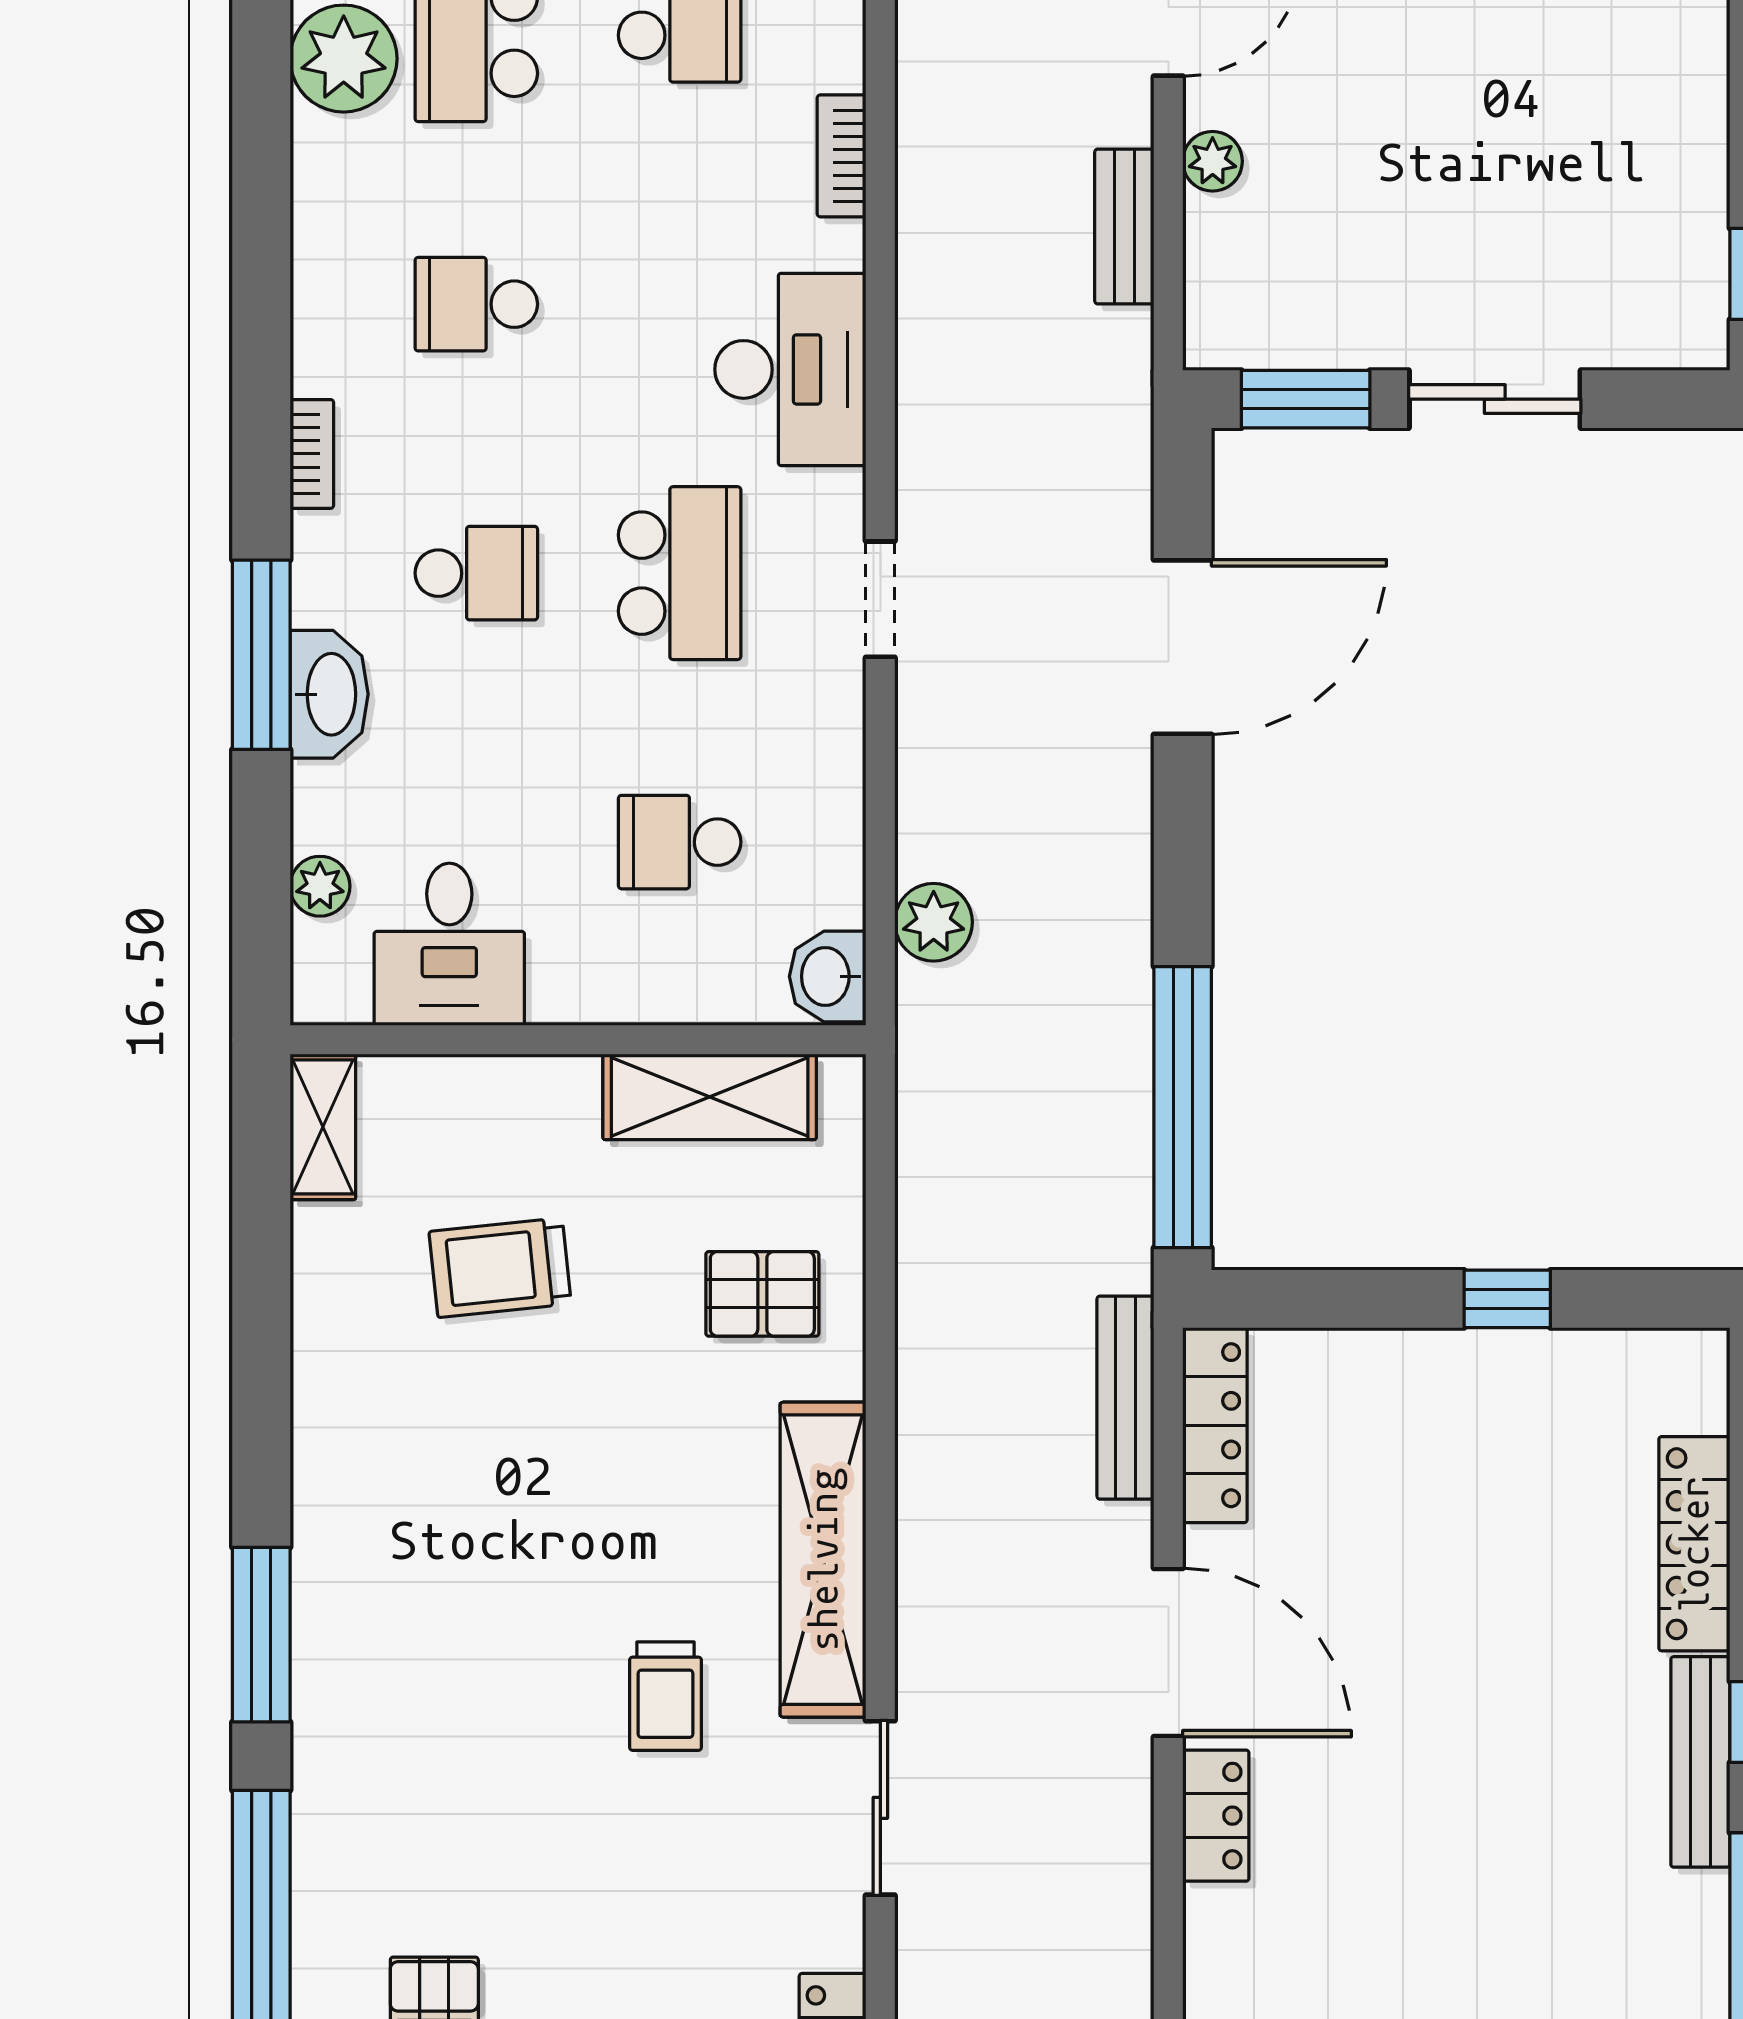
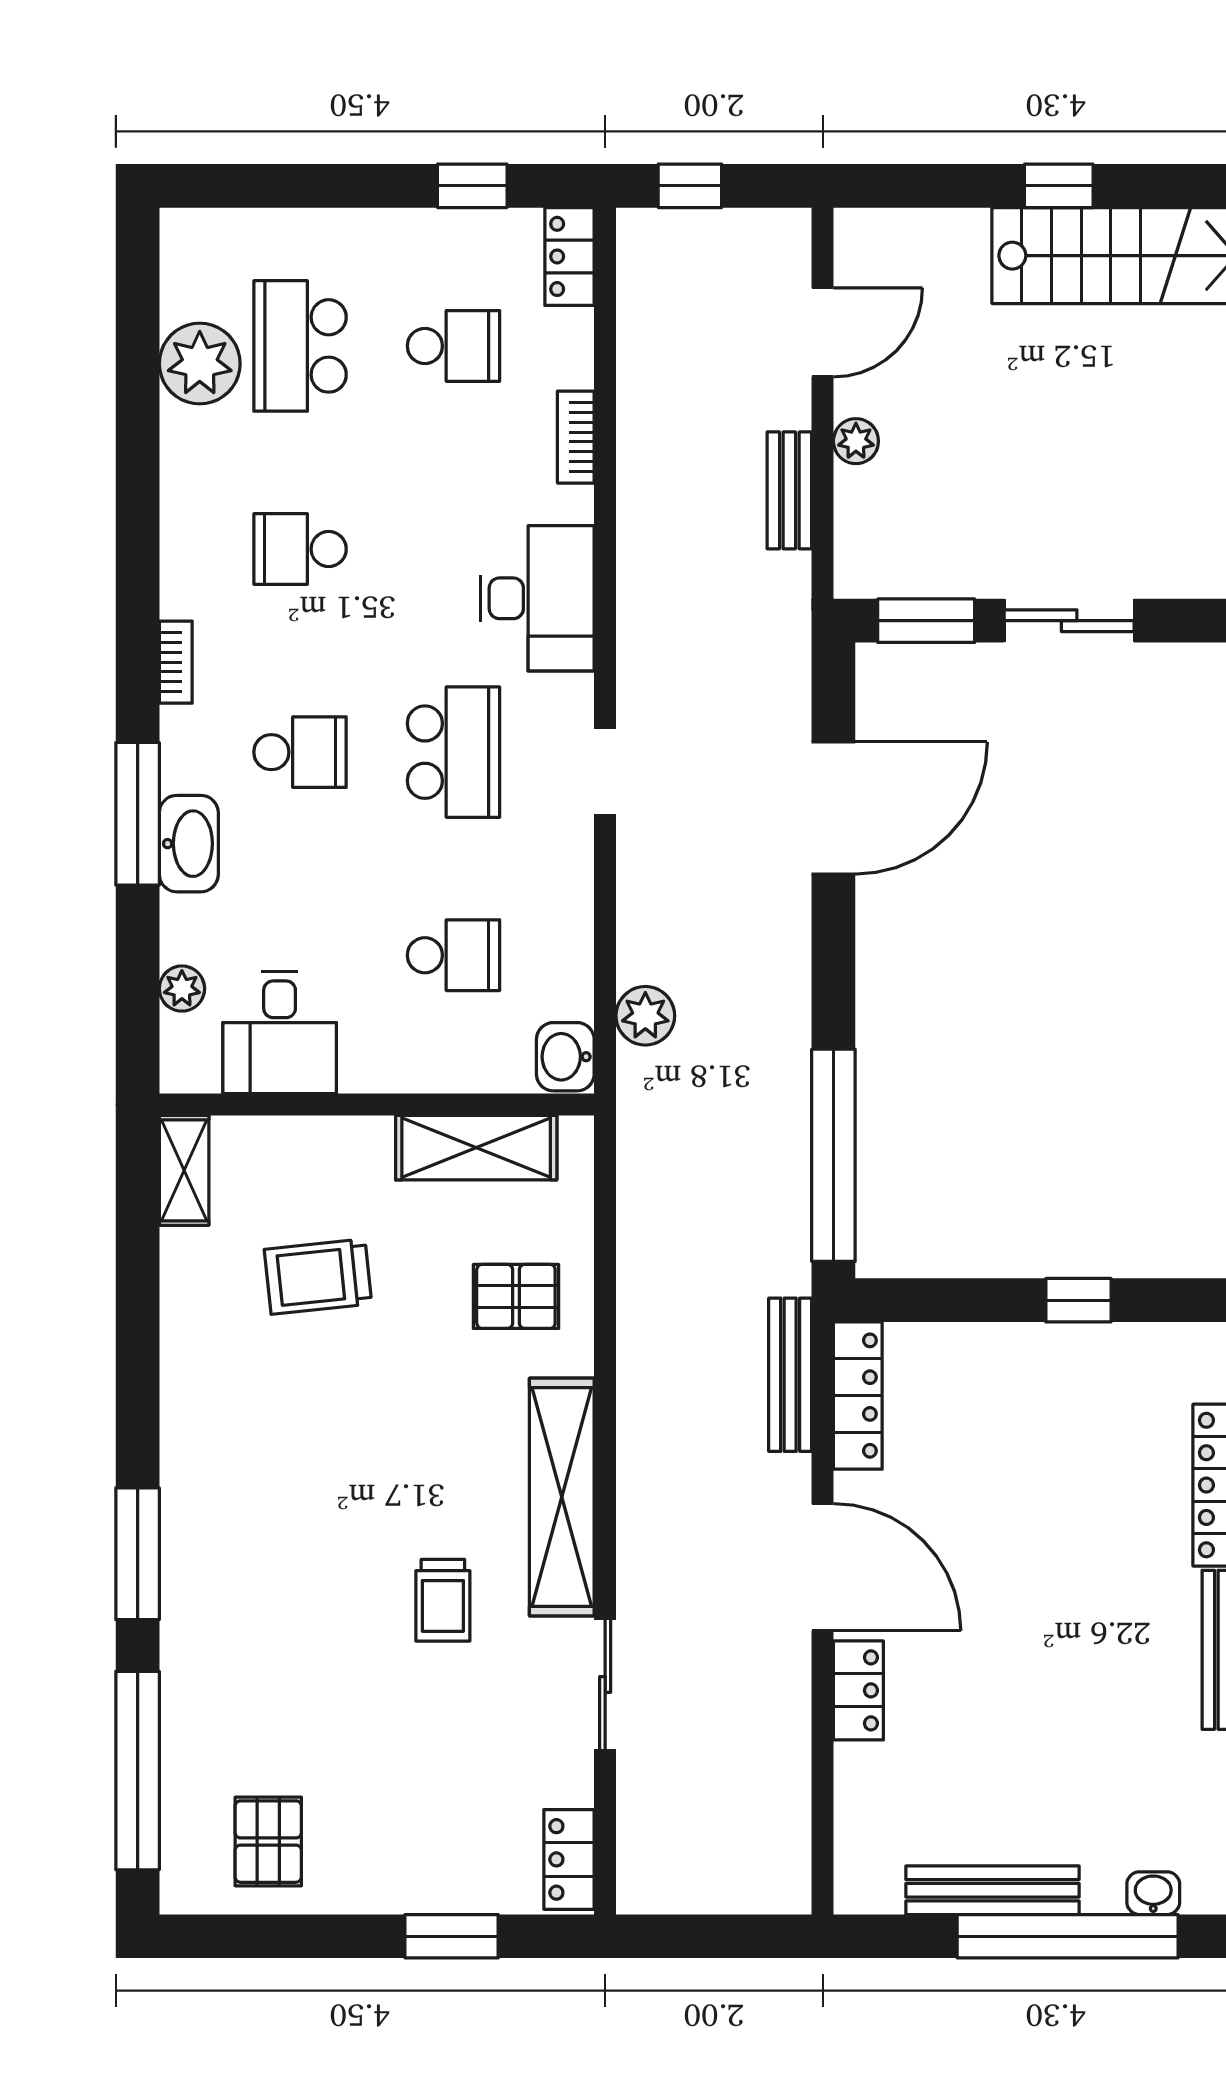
school desk: (680, 842) -> (454, 955), turned 180

